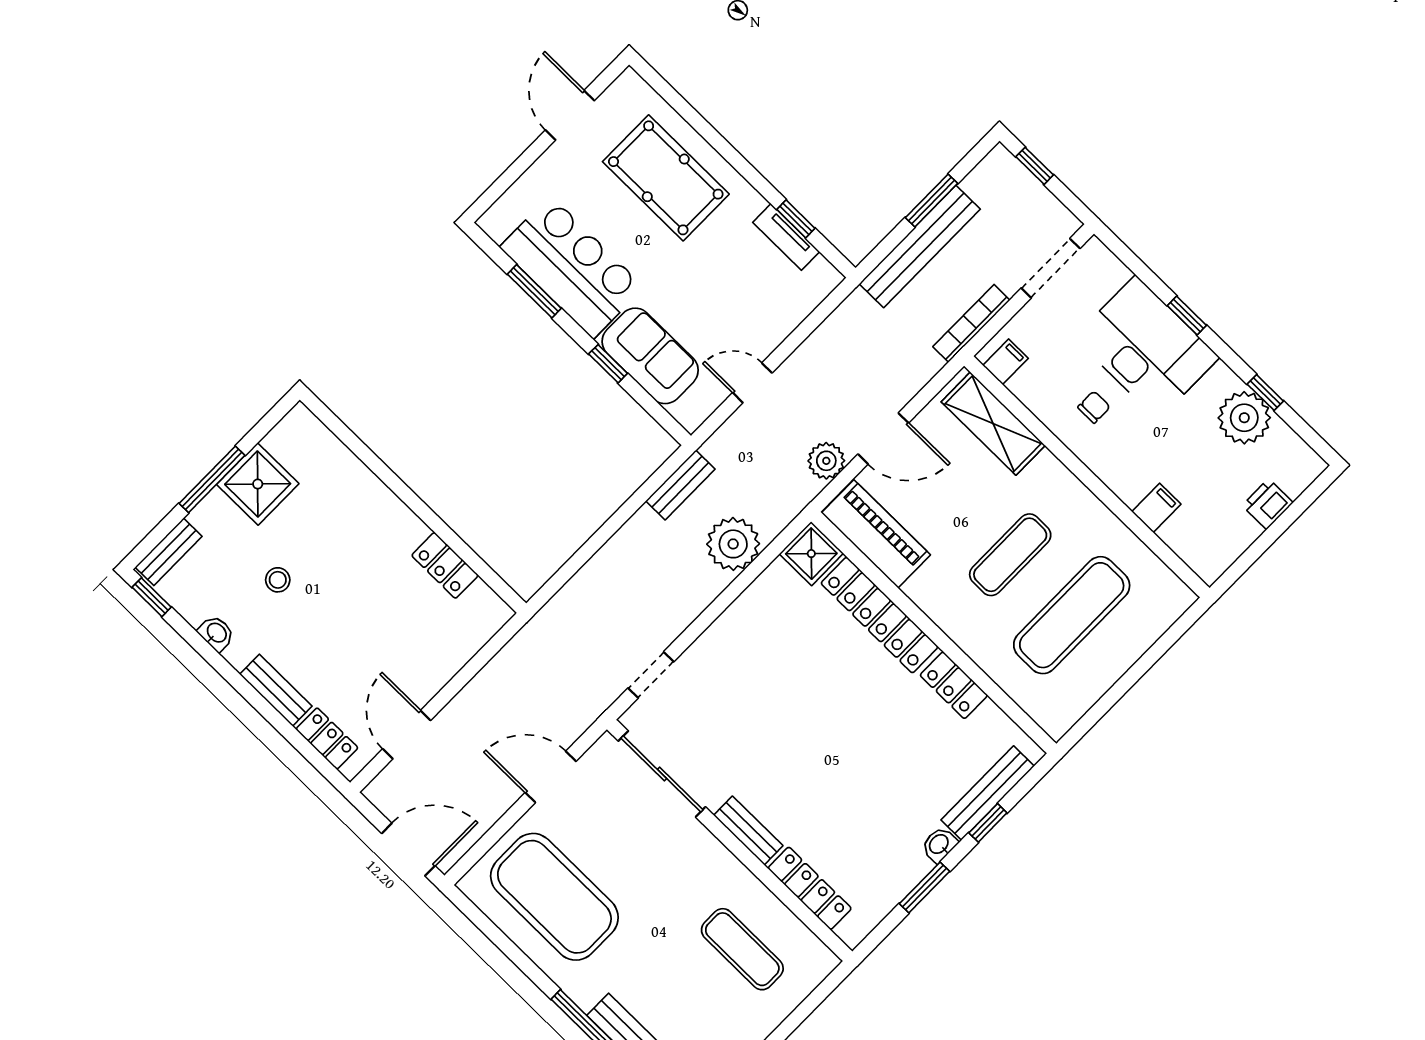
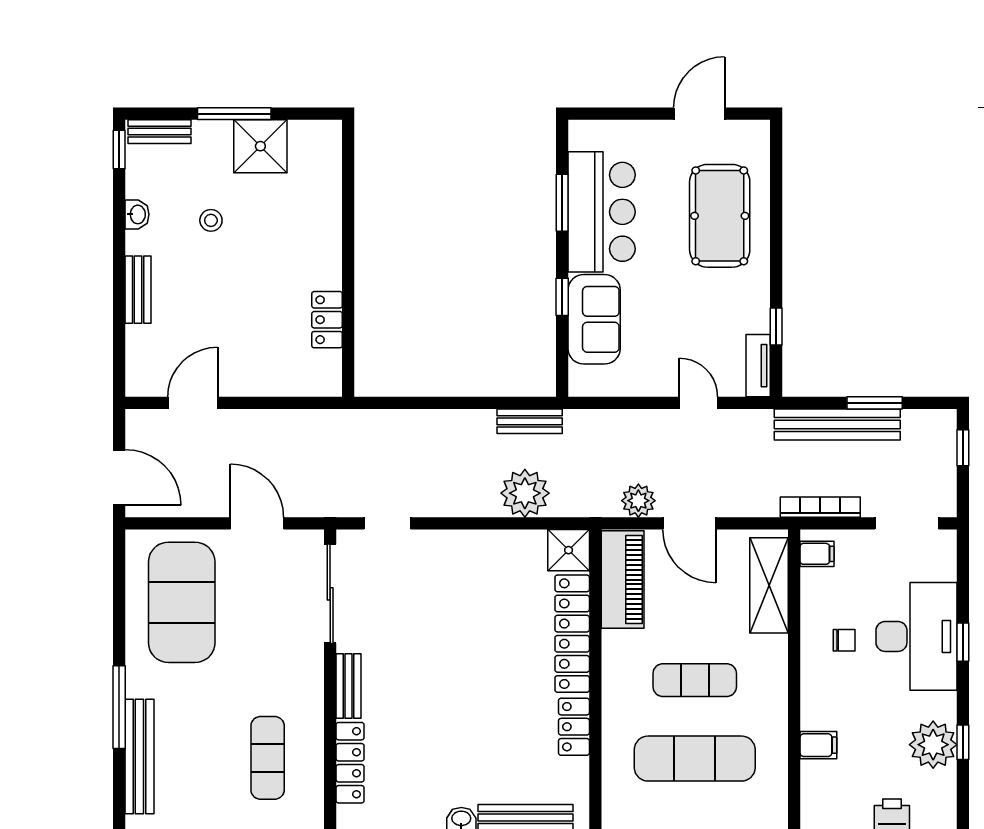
tv unit: (786, 237) -> (758, 366), moved
door: (752, 383) -> (698, 403), moved
locker: (327, 739) -> (139, 354), removed

